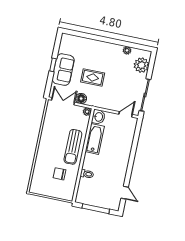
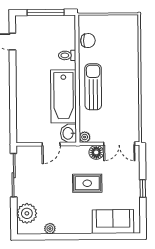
sofa: (63, 70) -> (113, 222), moved, turned 90
door: (126, 114) -> (51, 144), moved
bathtub: (95, 139) -> (63, 96), width x1.36, depth x1.36
chair: (60, 174) -> (88, 41), moved

